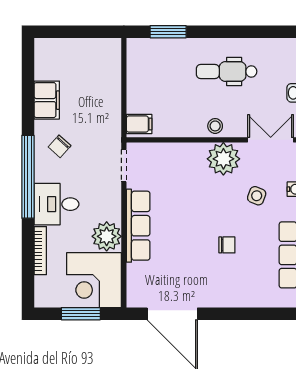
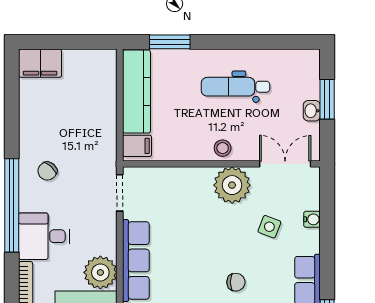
kitchen counter: (139, 76) -> (136, 92), added
filing cabinet: (47, 100) -> (40, 63), moved, turned 90

